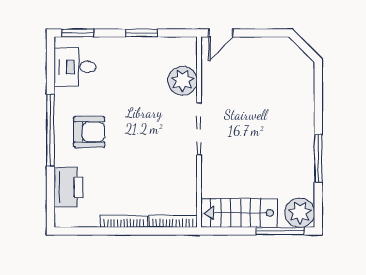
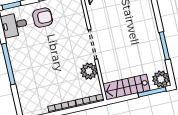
plant: (183, 81) -> (89, 71), moved
armchair: (89, 132) -> (43, 18), moved
printer: (68, 187) -> (26, 94), removed

